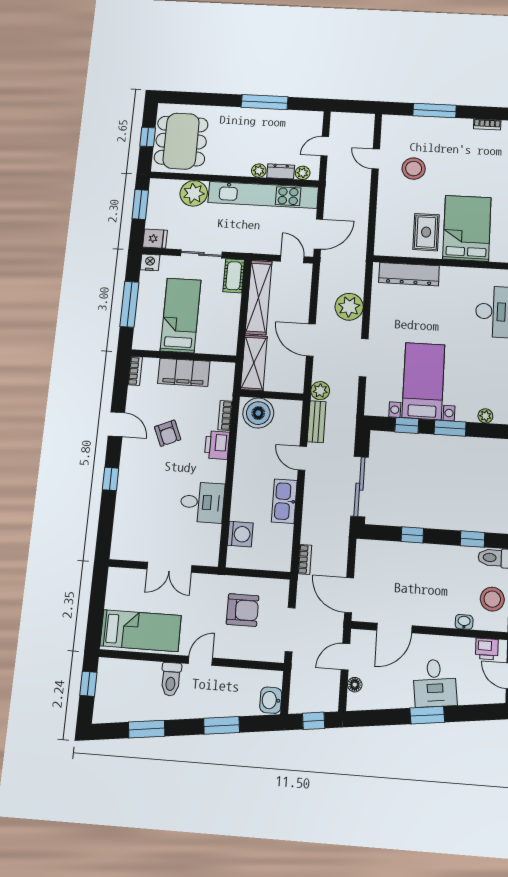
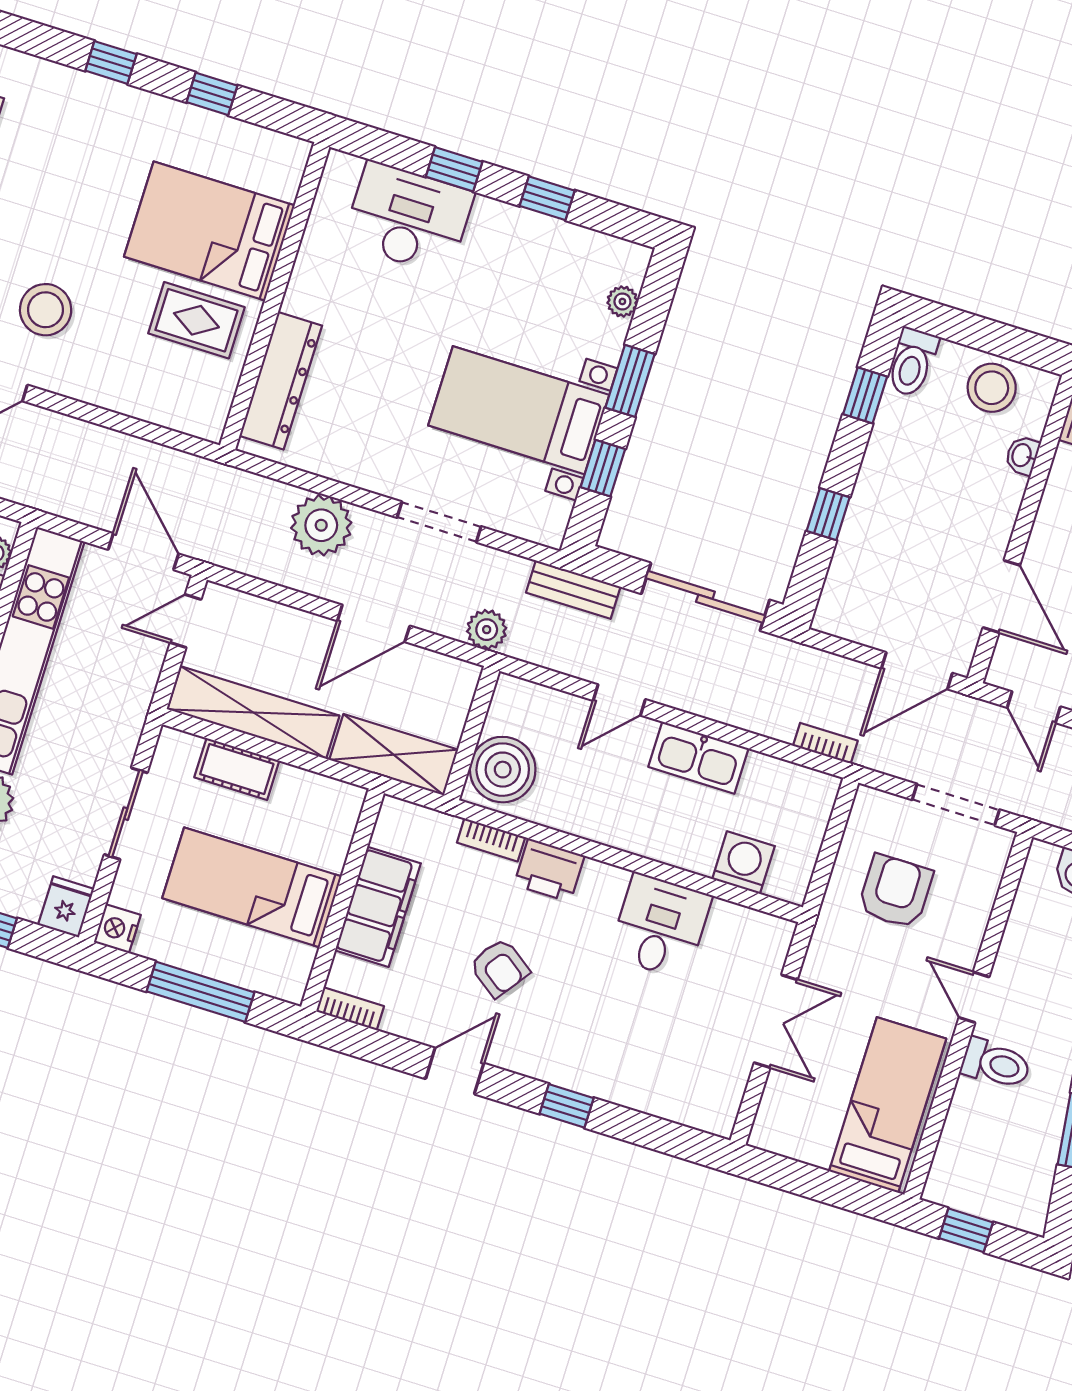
cot: (234, 276) -> (237, 769), moved
bench: (317, 422) -> (573, 590), moved
armchair: (168, 433) -> (499, 968), turned 59

